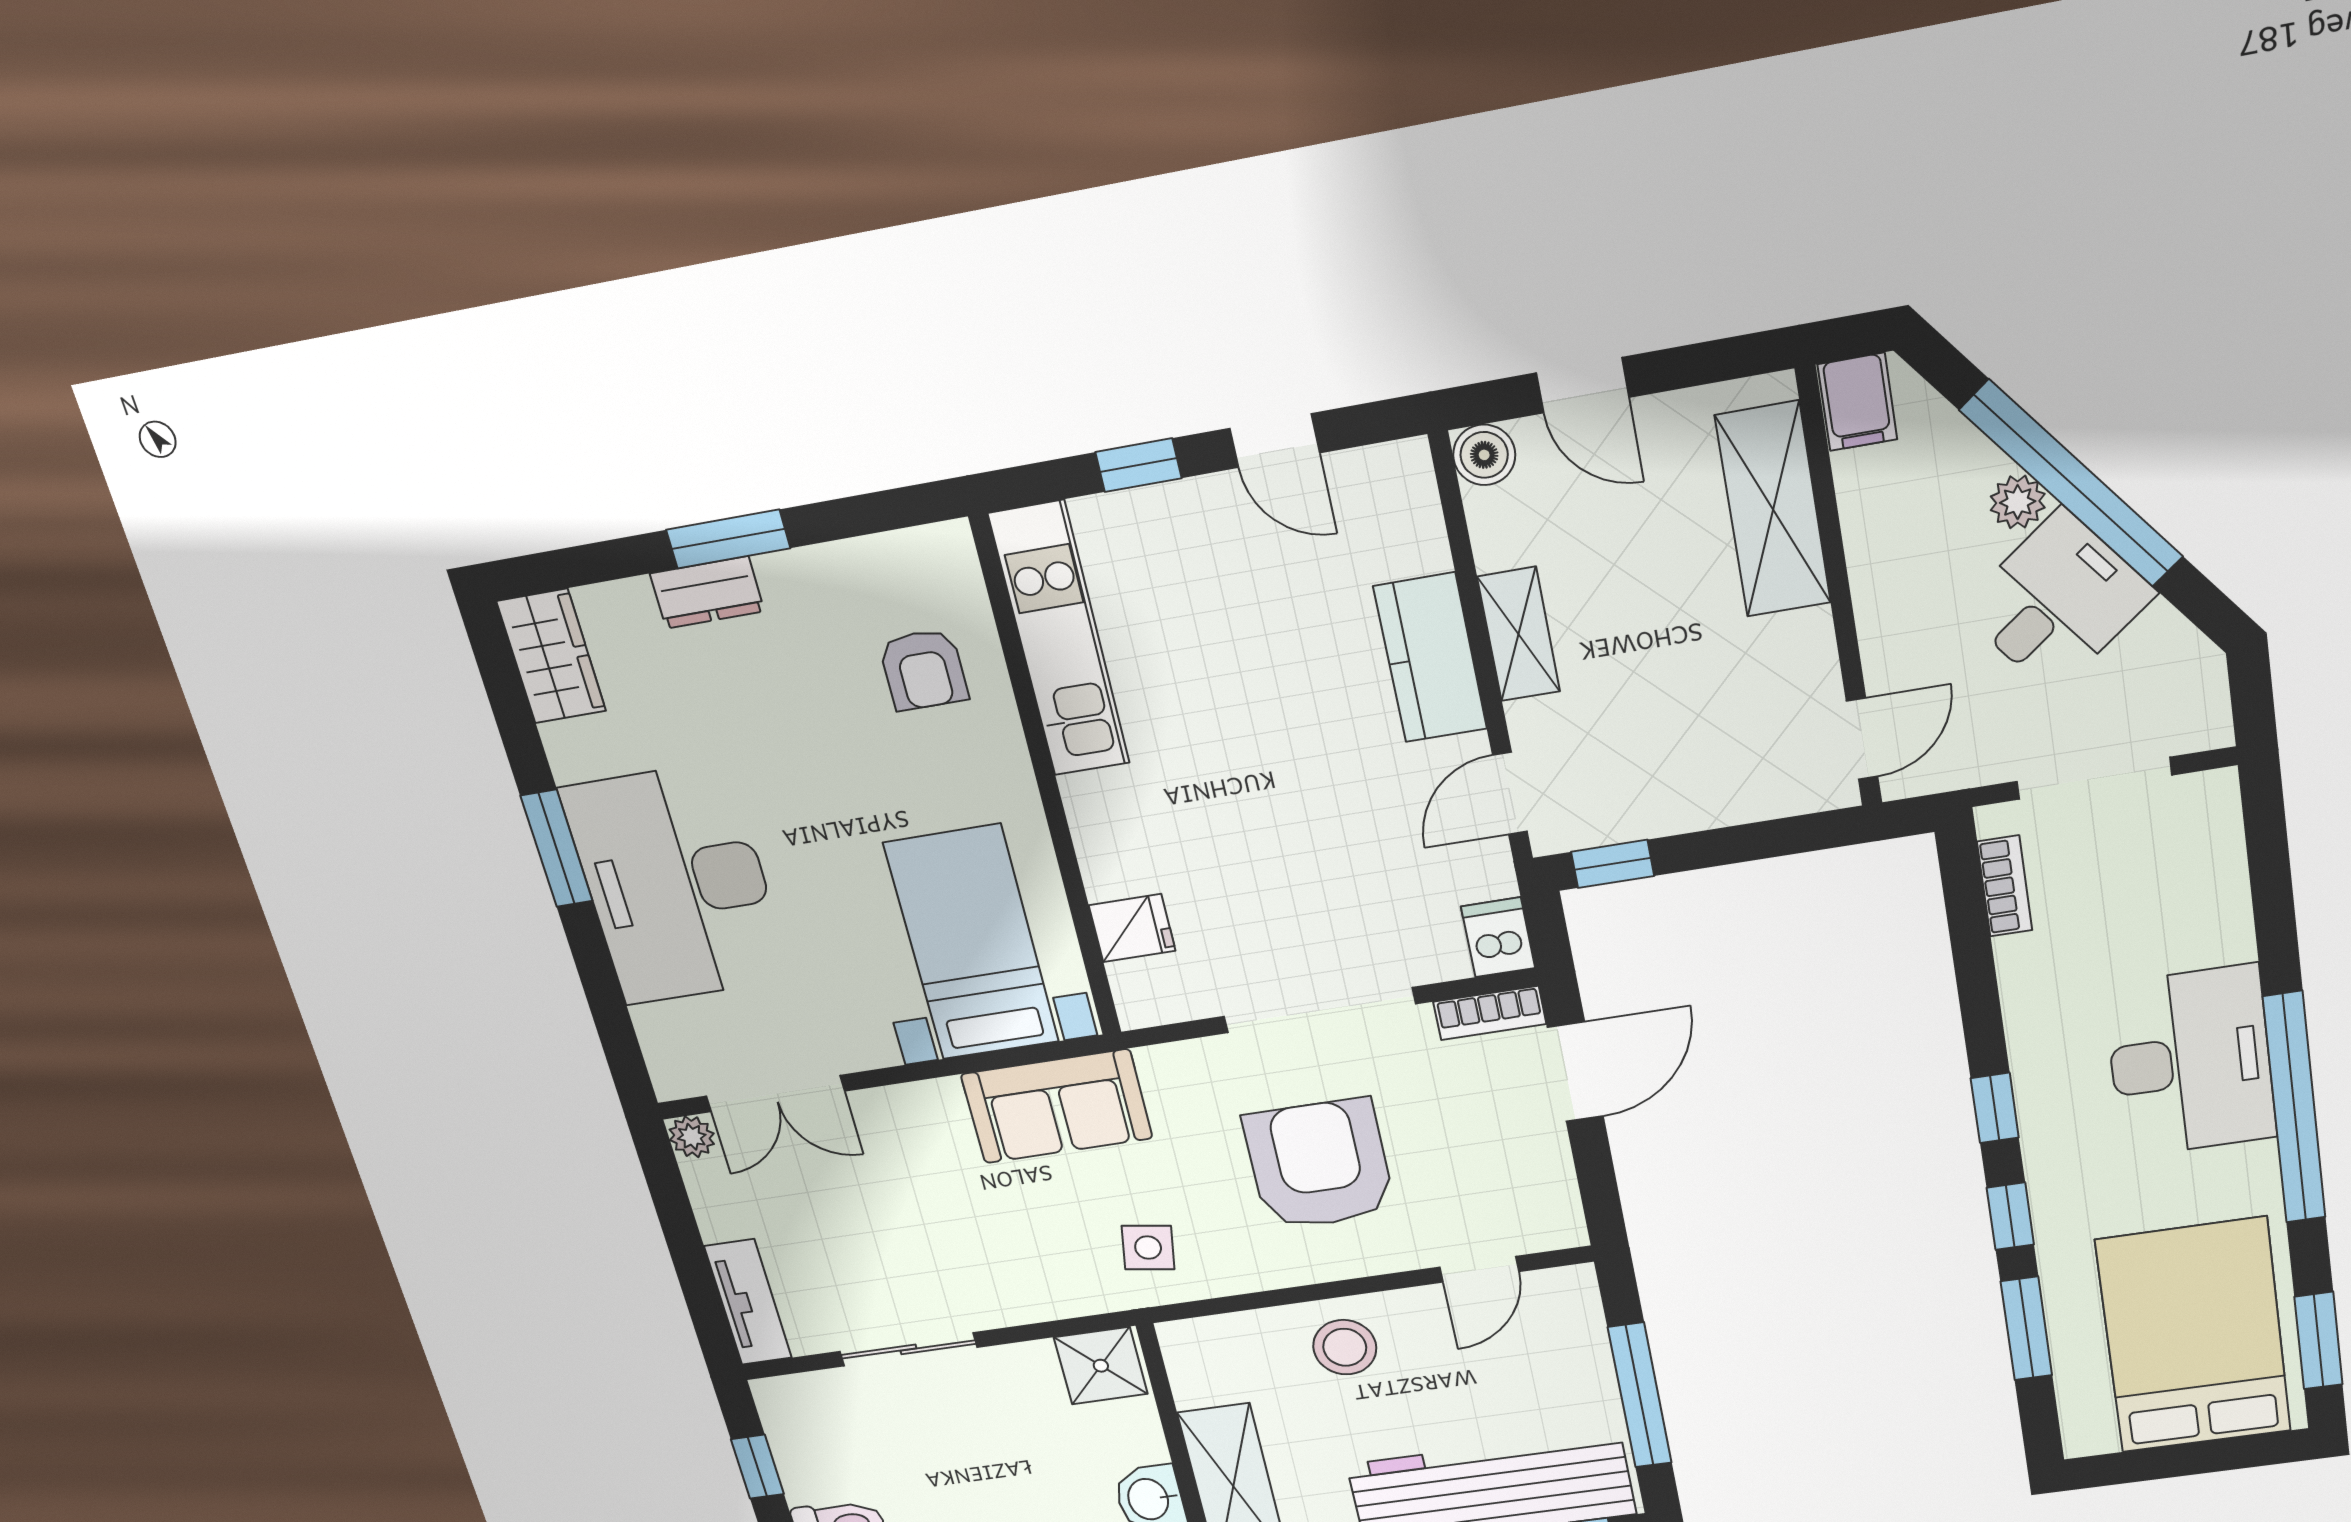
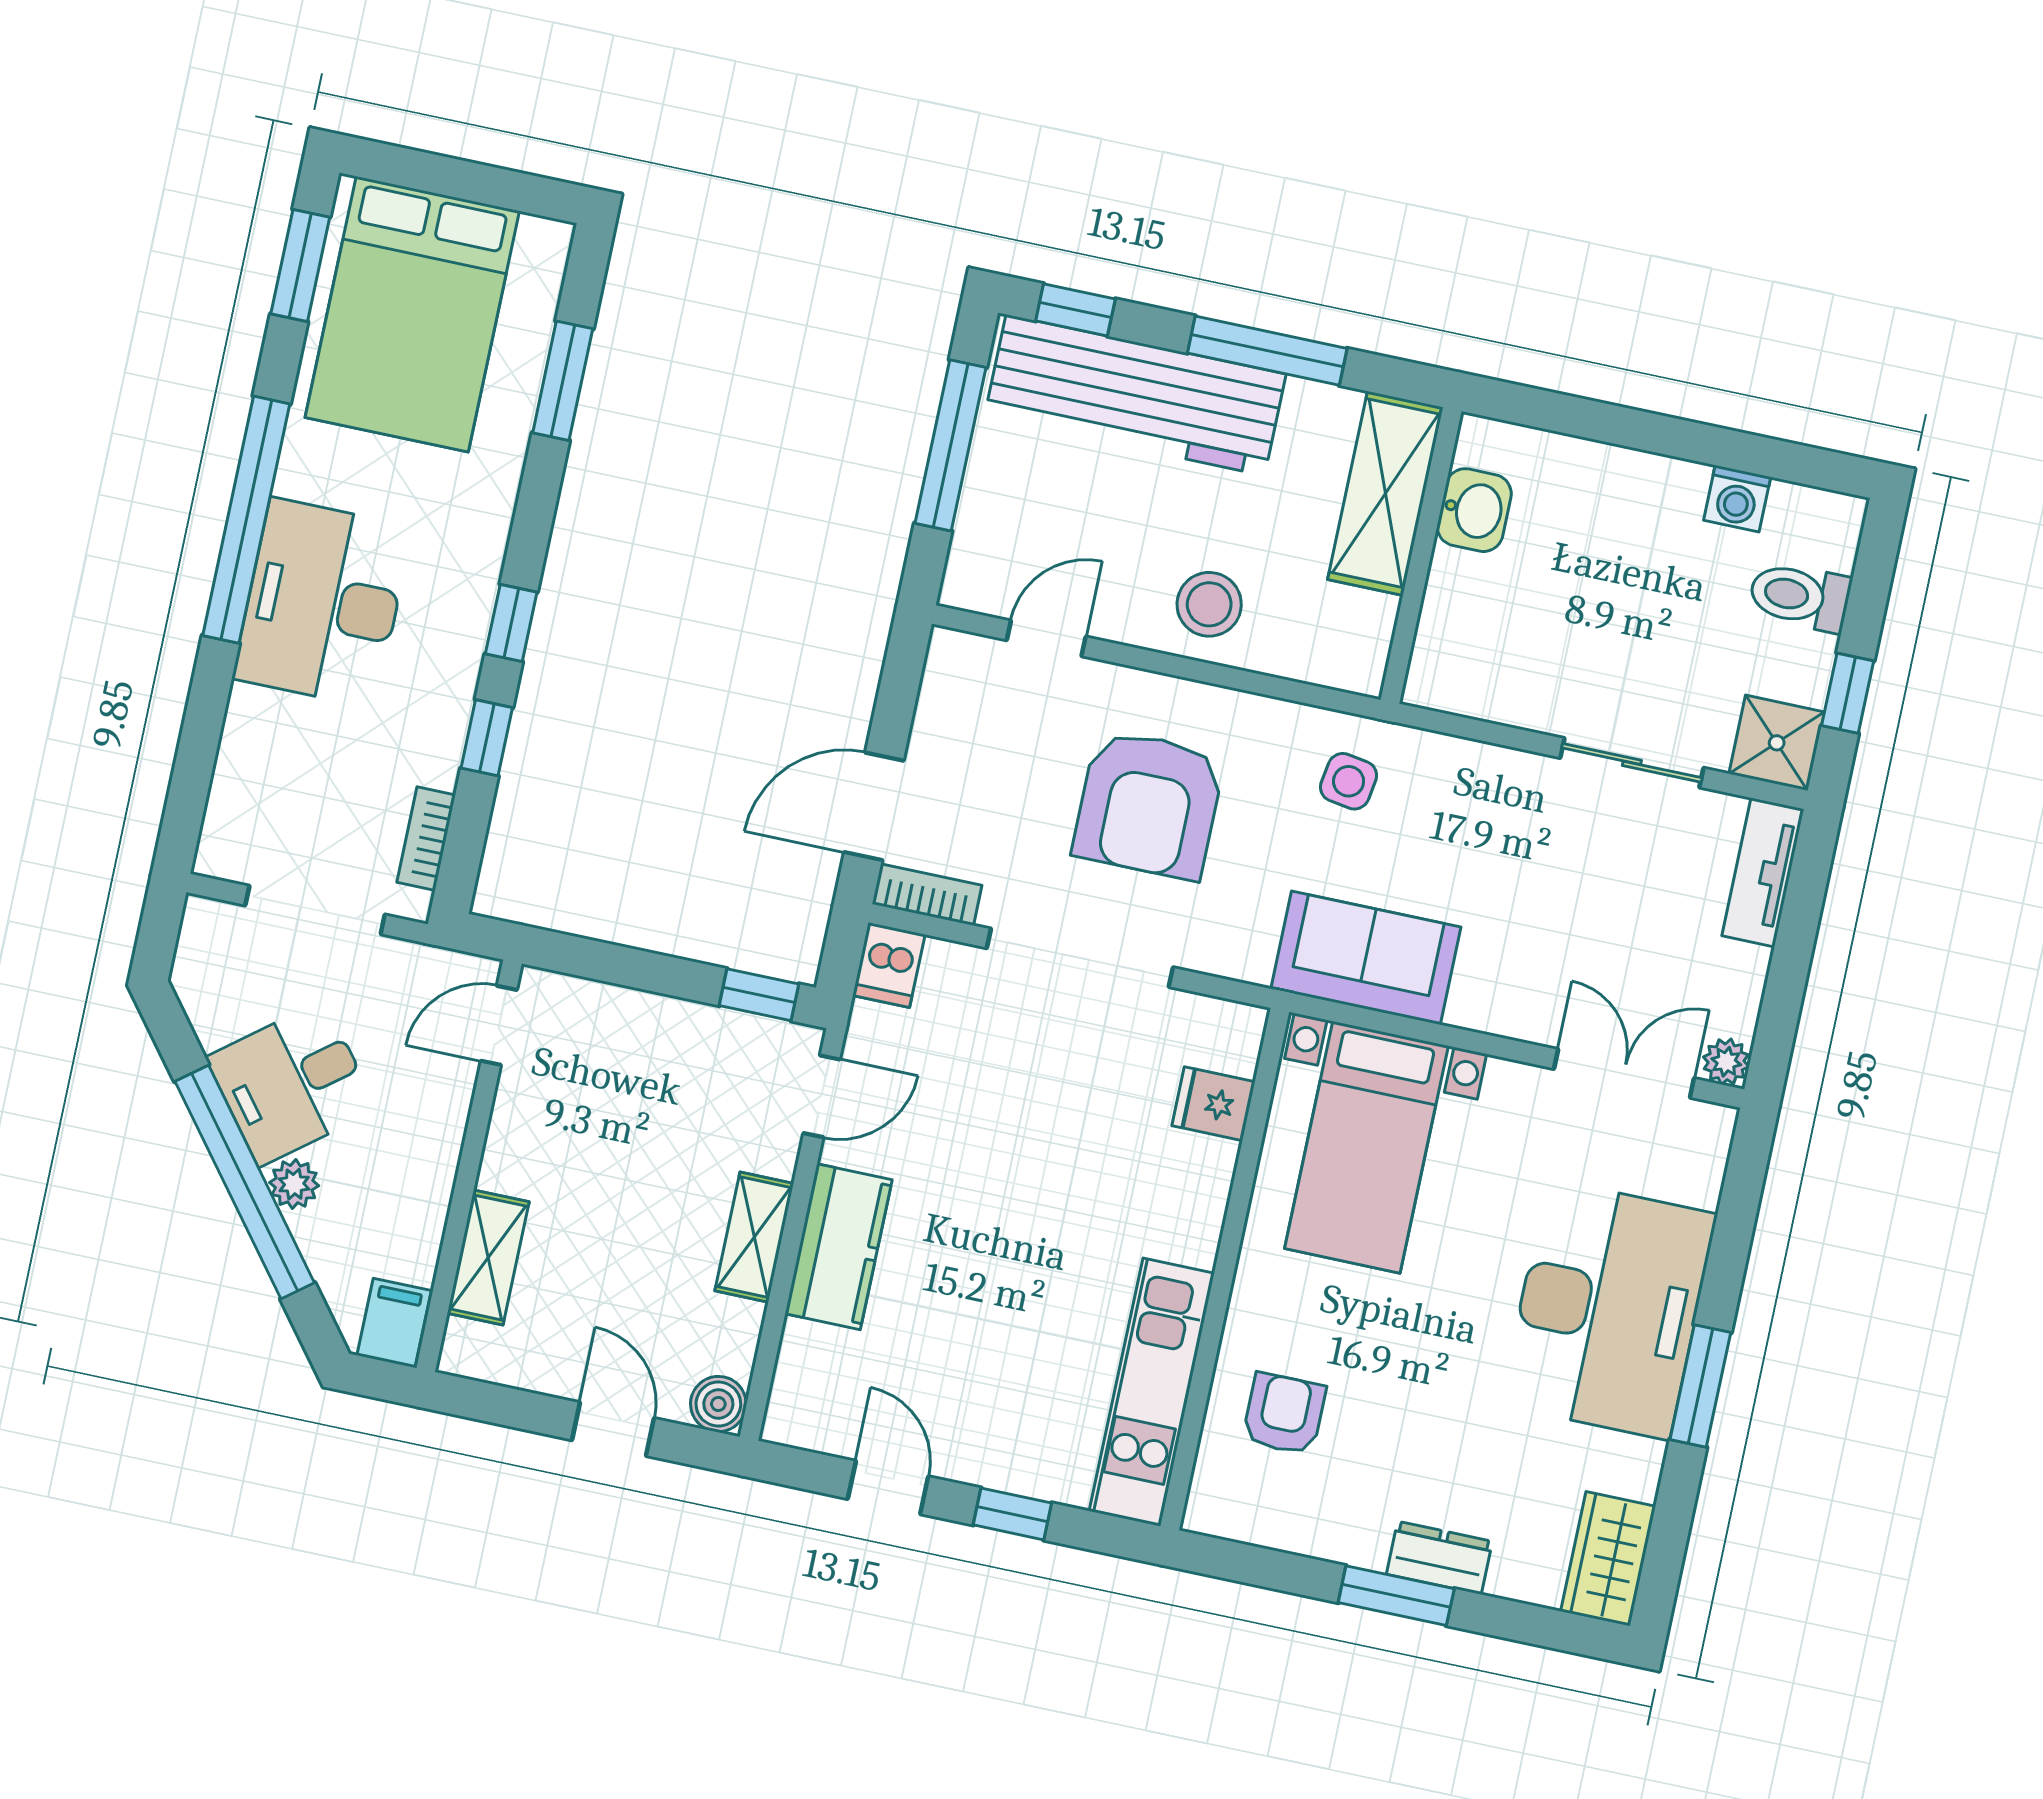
shelving: (1773, 510) -> (488, 1258), width x0.67, depth x0.75
window: (2010, 1216) -> (487, 738), moved
shower: (1101, 1366) -> (1777, 743), moved

